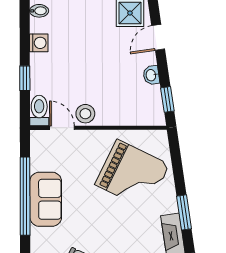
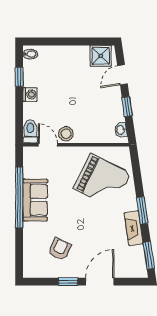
washing machine: (39, 43) -> (30, 95), moved
washbasin: (151, 75) -> (121, 130), moved
window: (25, 78) -> (19, 77), moved
window: (167, 99) -> (127, 107), moved

